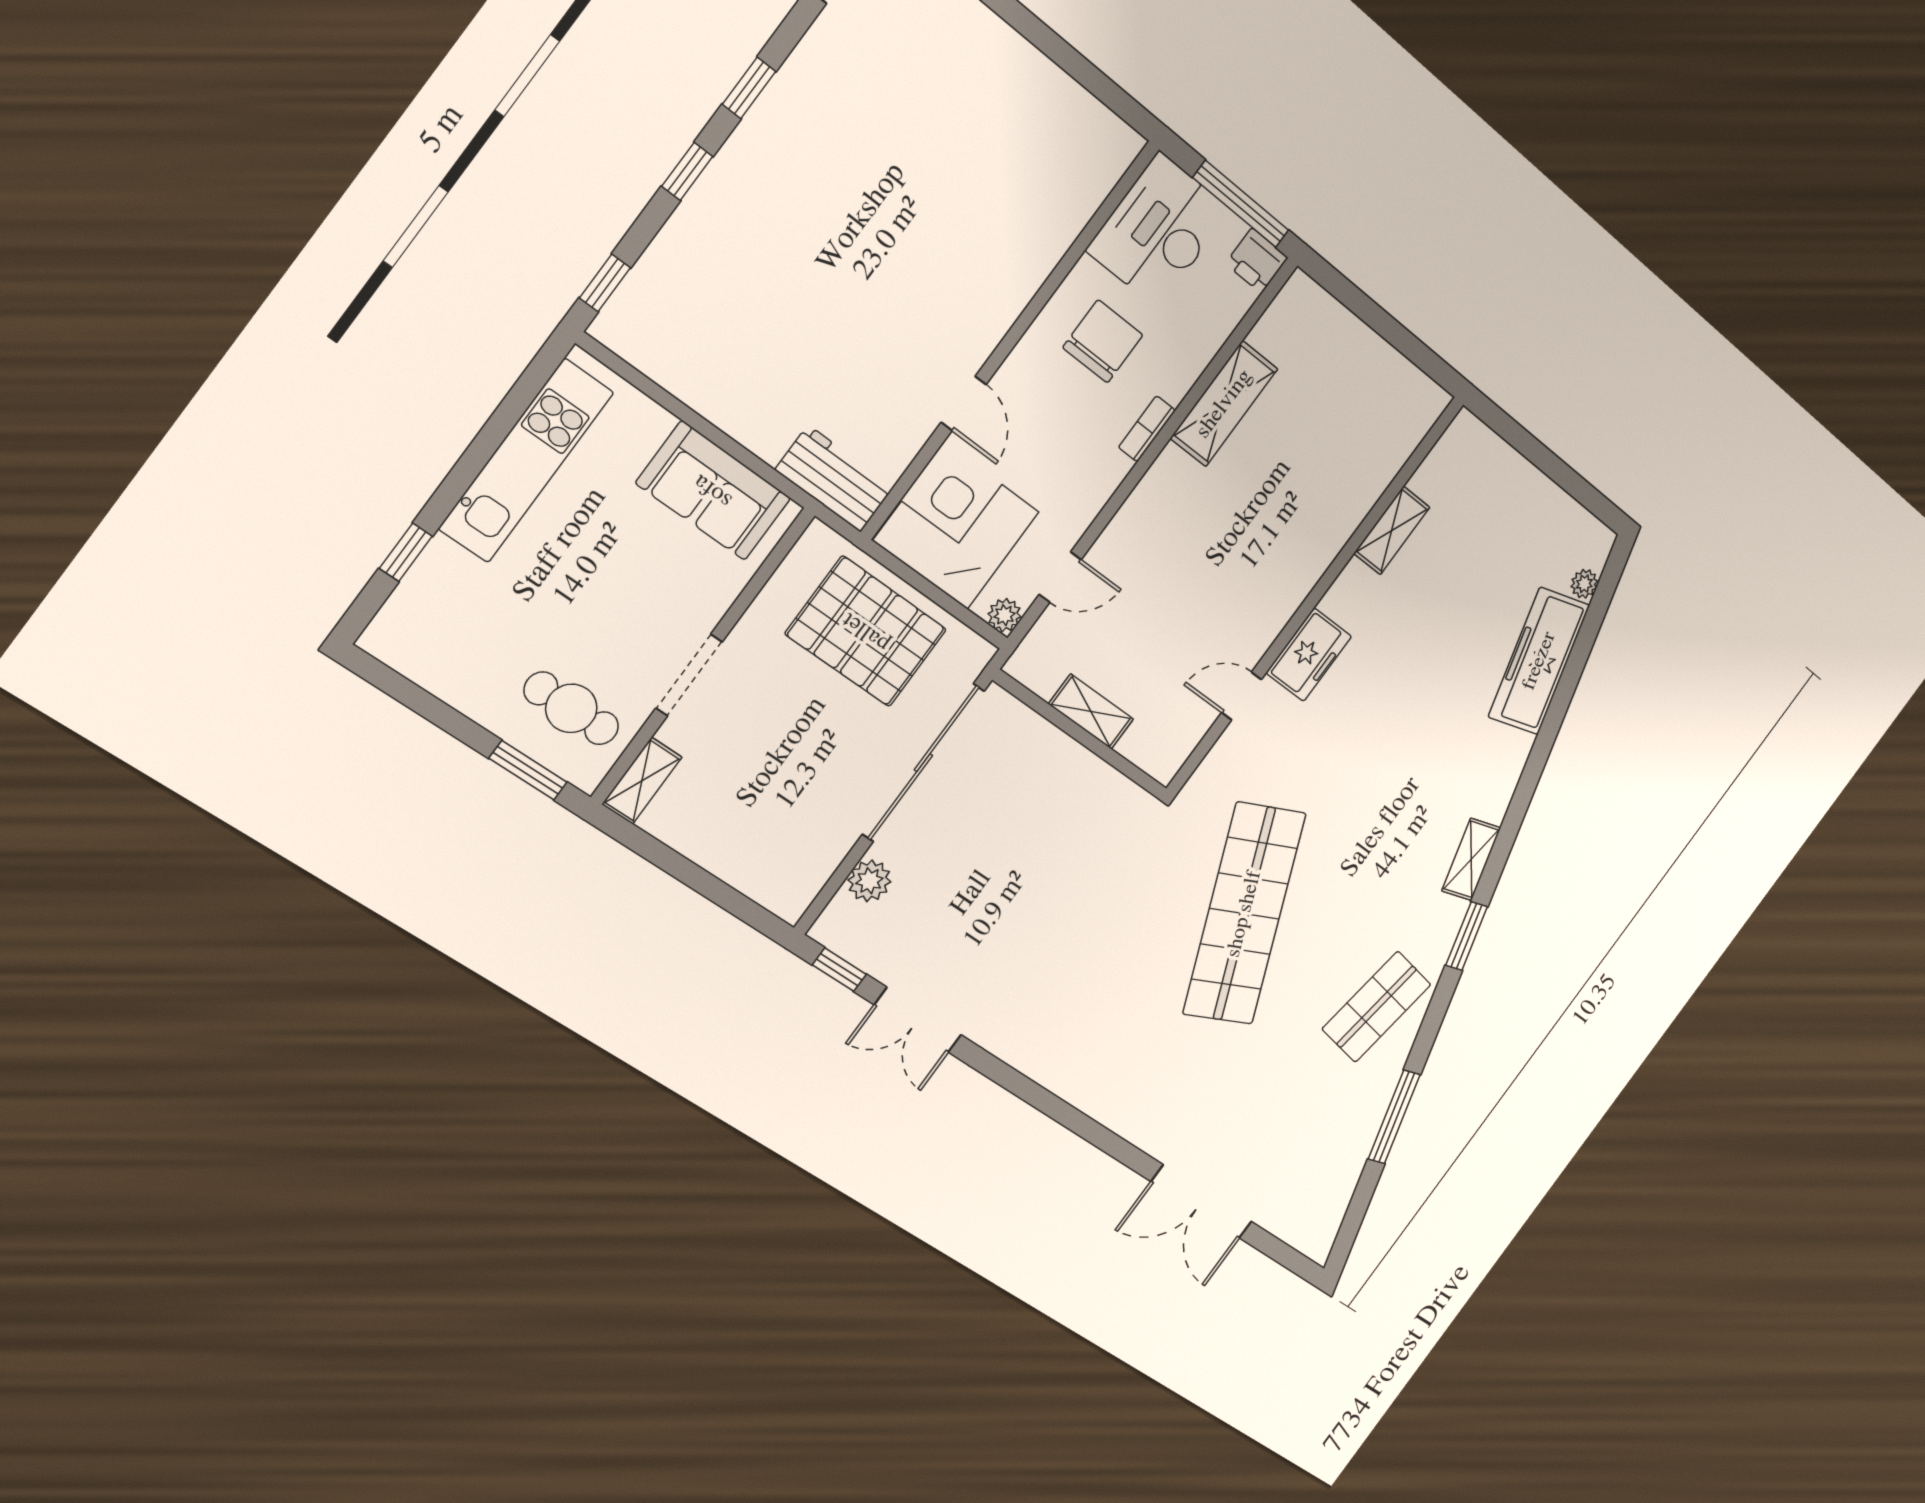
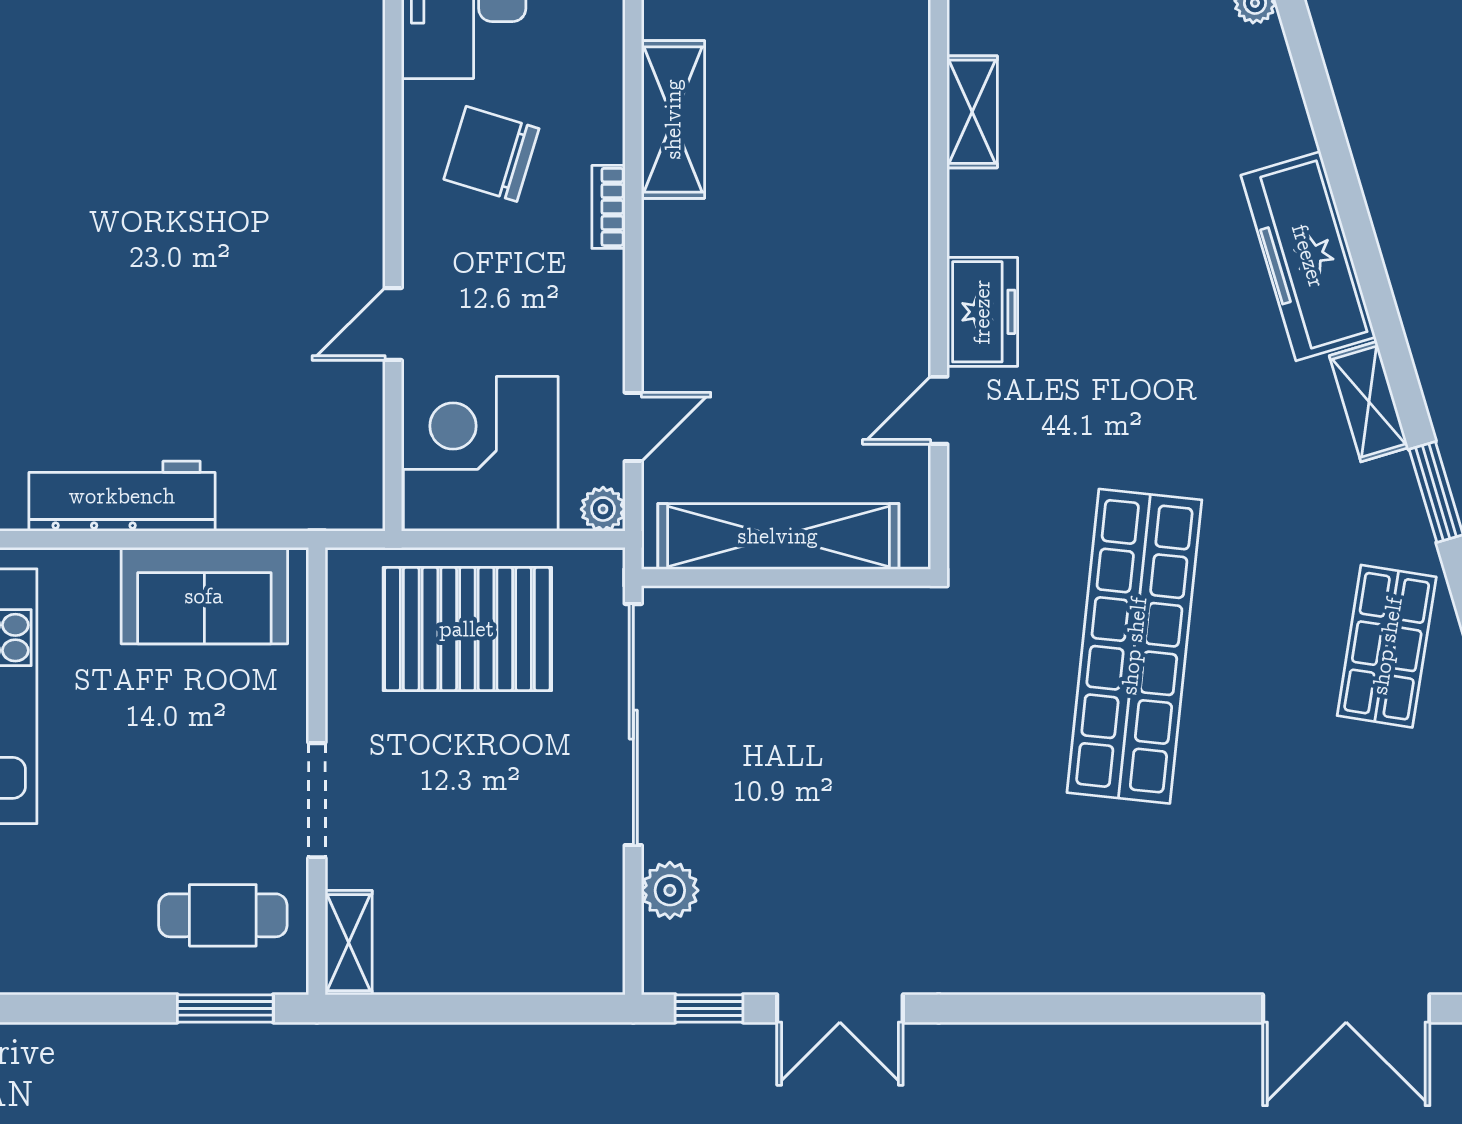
chair: (1103, 341) -> (491, 154), turned -73
door: (964, 403) -> (393, 324), swing flipped
workbench: (834, 479) -> (122, 496), moved, width x1.37
freezer: (1539, 661) -> (1308, 256), moved
shelving: (1091, 712) -> (778, 536), width x2.20, depth x1.33
shop shelf: (1244, 914) -> (1134, 646), turned 30

